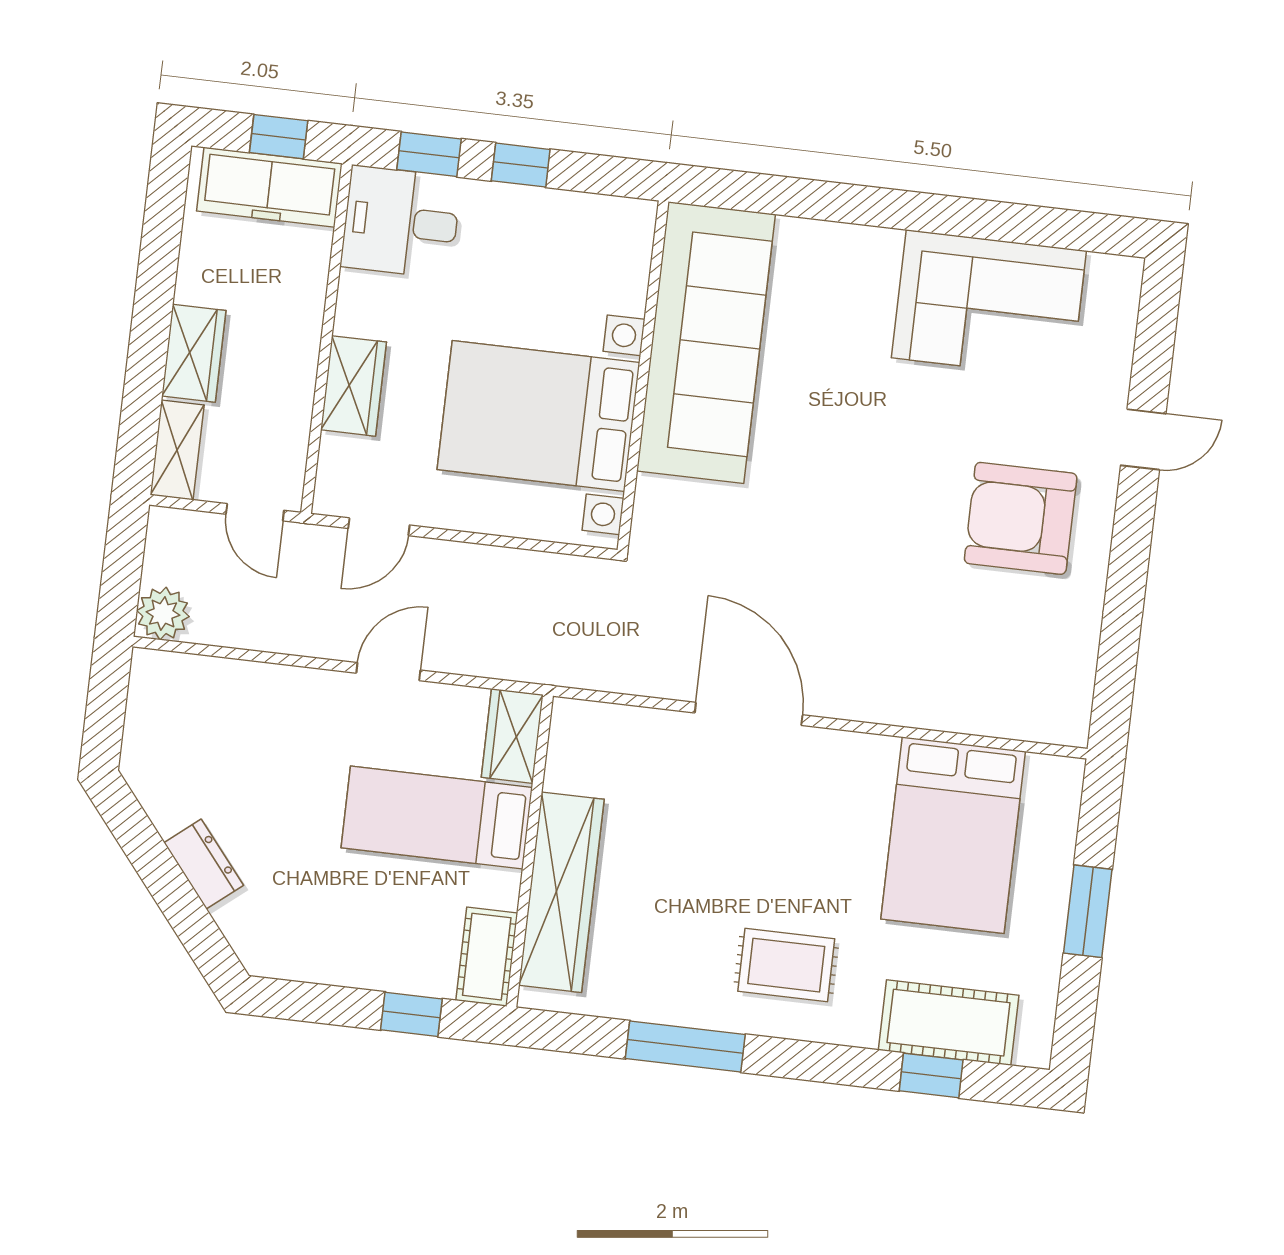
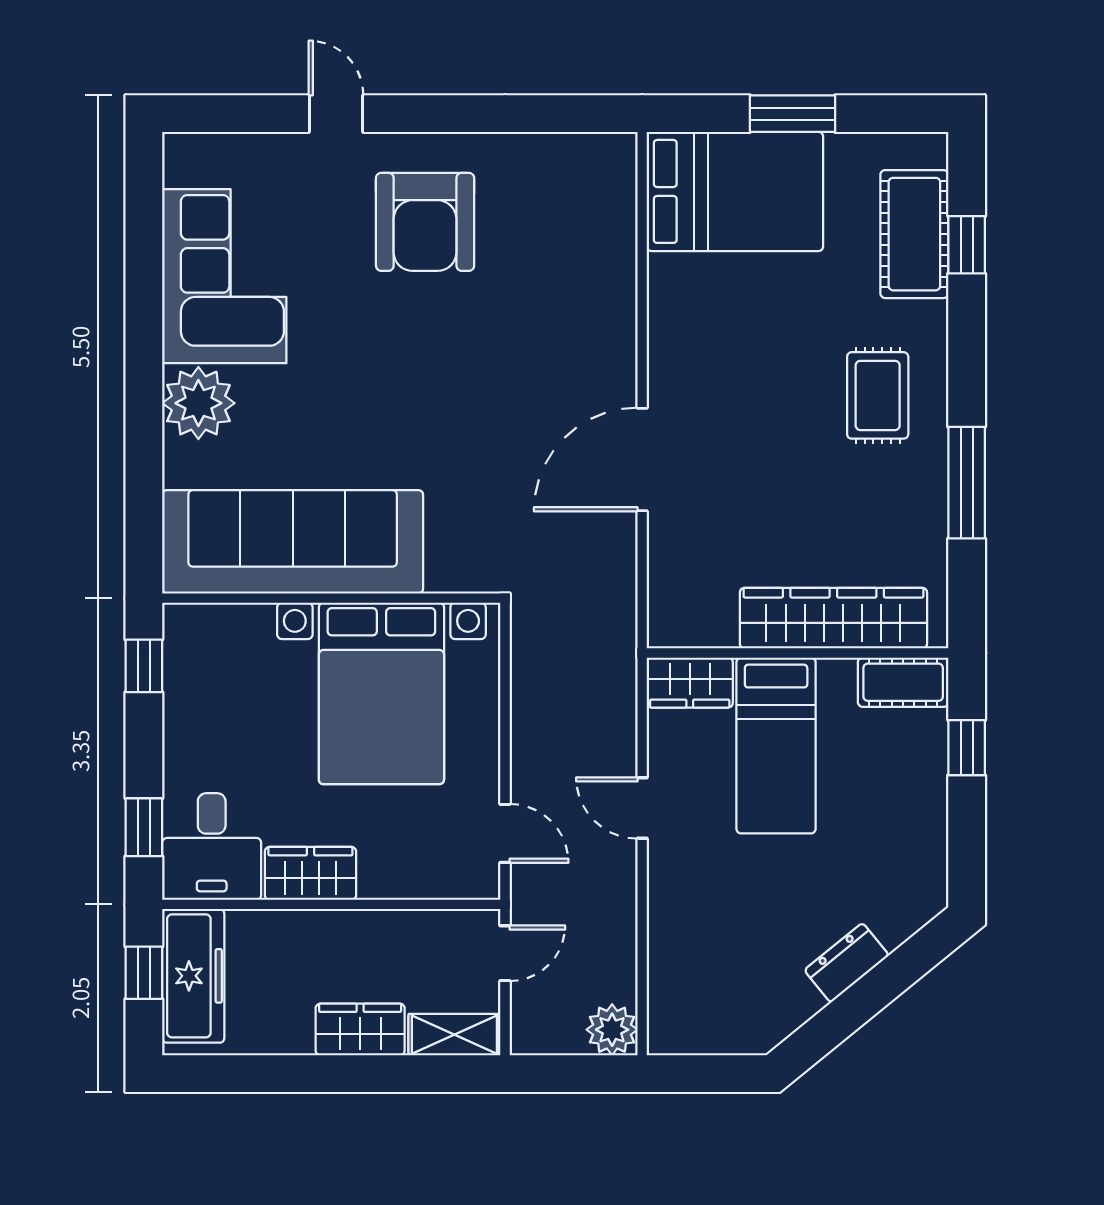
window: (521, 165) -> (144, 666), moved
plant: (861, 262) -> (198, 403), added
wardrobe: (353, 386) -> (310, 873), moved
bed: (953, 835) -> (735, 191), moved

